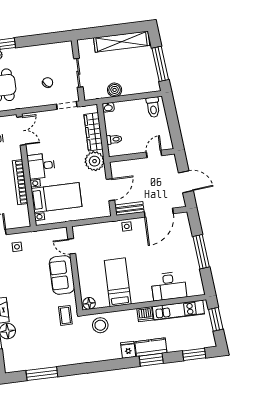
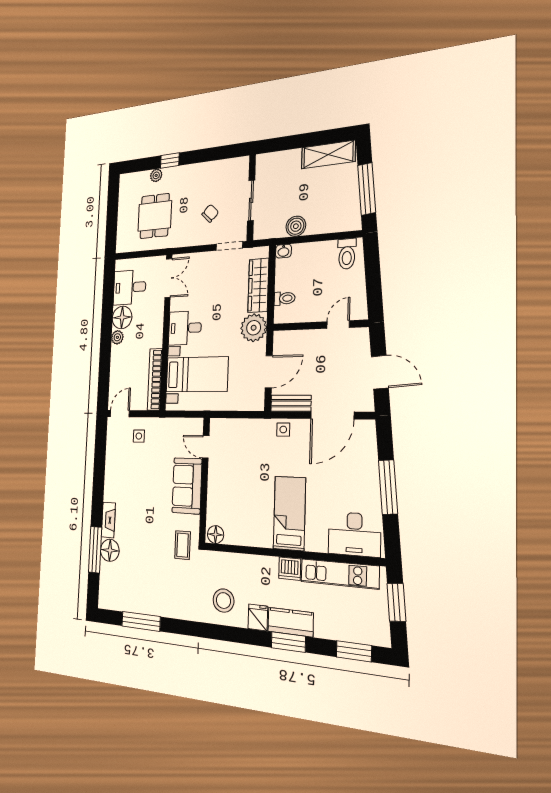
shelving: (122, 42) -> (328, 154), width x0.68
bookcase: (20, 182) -> (155, 379), moved
bed: (118, 282) -> (289, 513), moved
desk: (169, 286) -> (354, 534), moved
stool: (100, 325) -> (223, 601), moved

